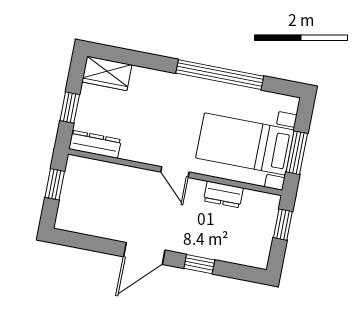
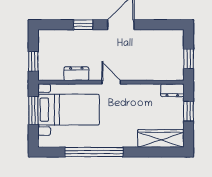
wardrobe: (107, 73) -> (161, 138), width x1.50
dresser: (95, 144) -> (172, 90), width x0.70

